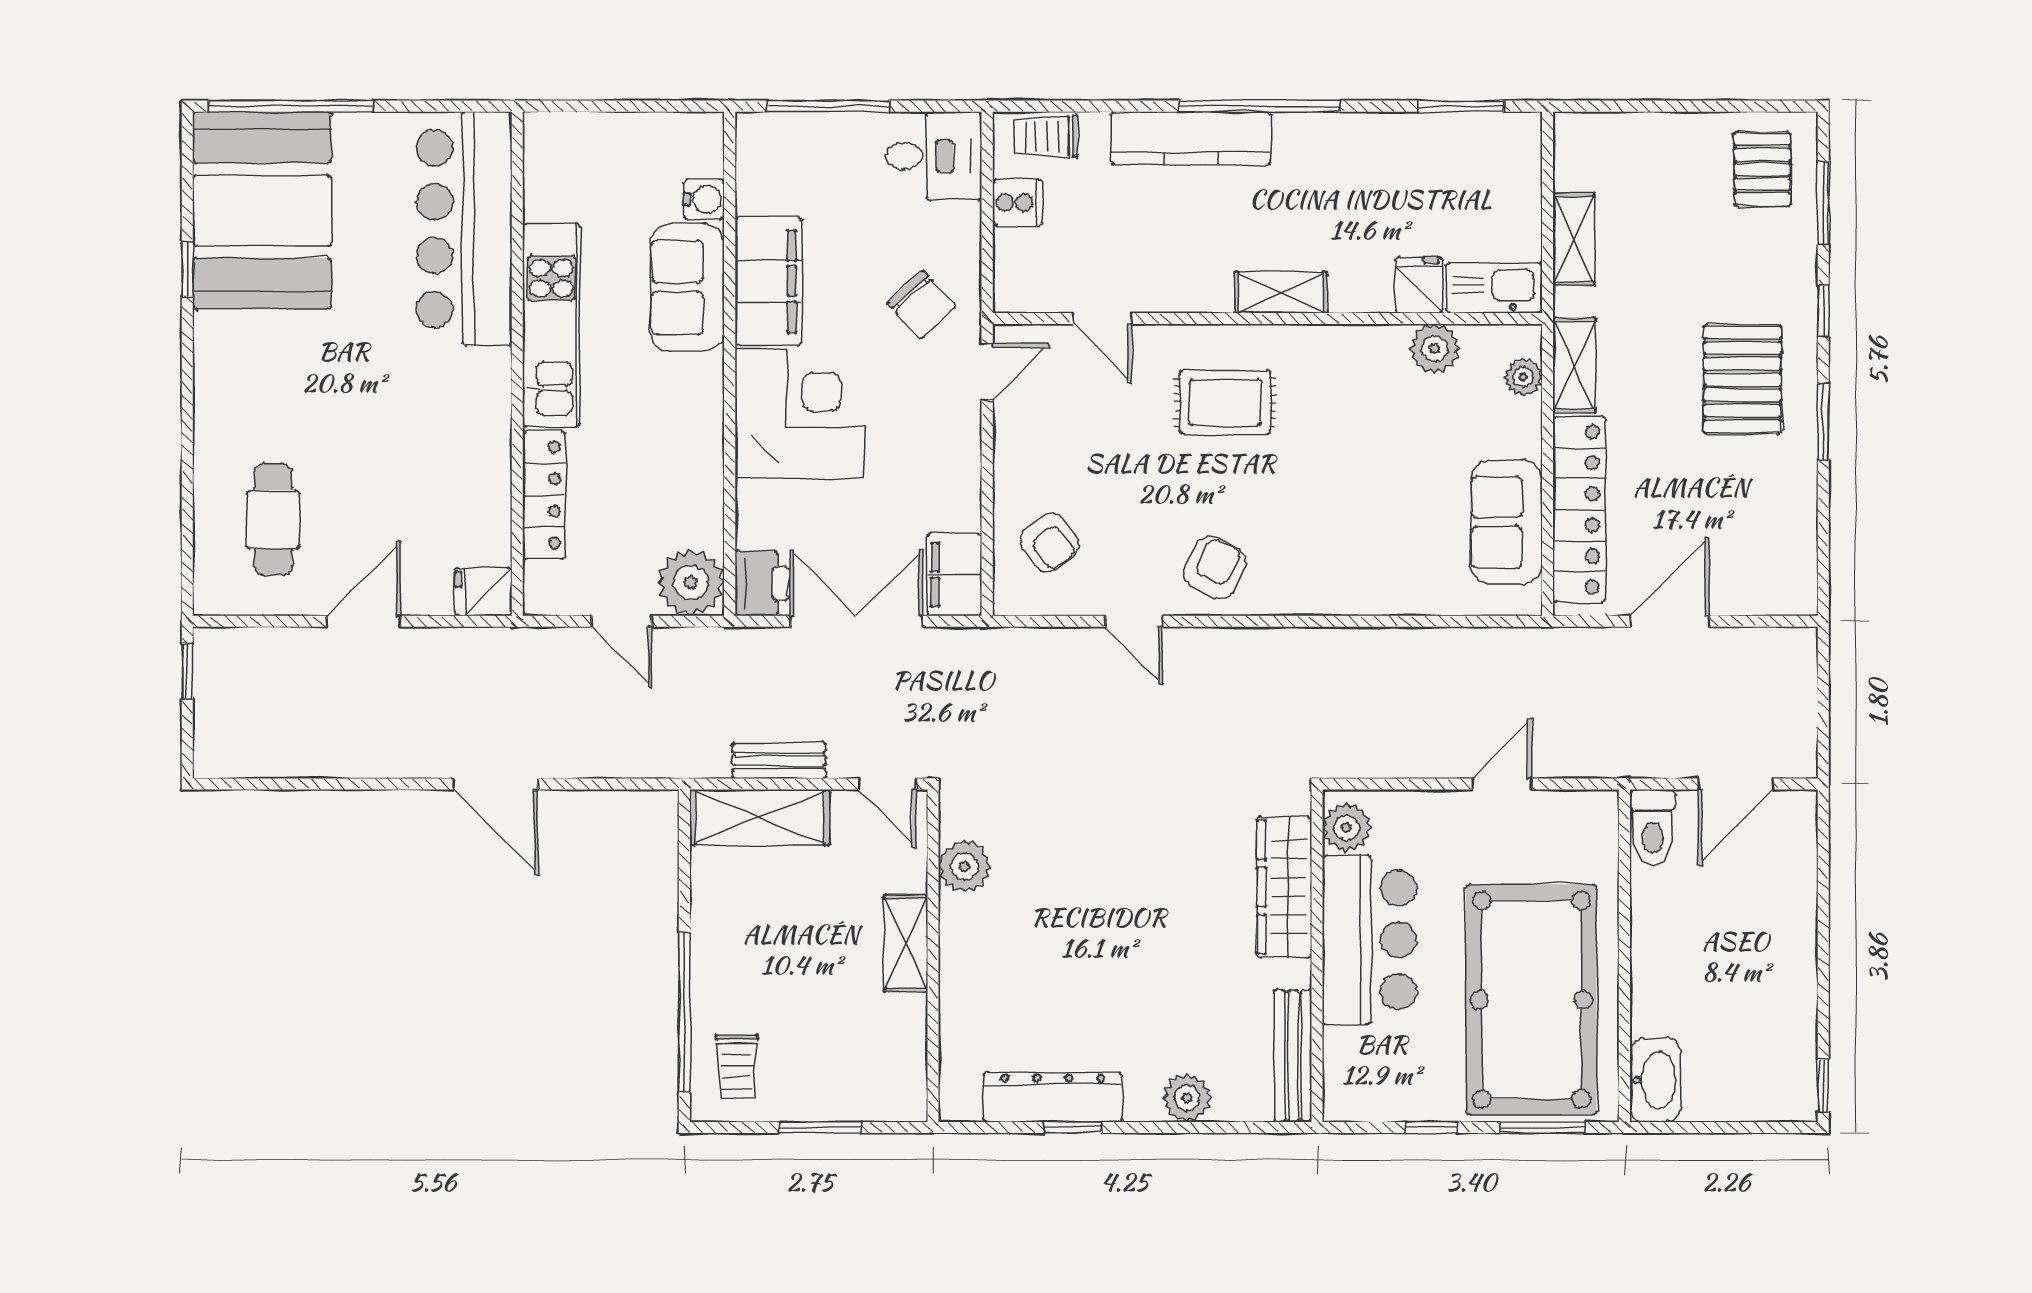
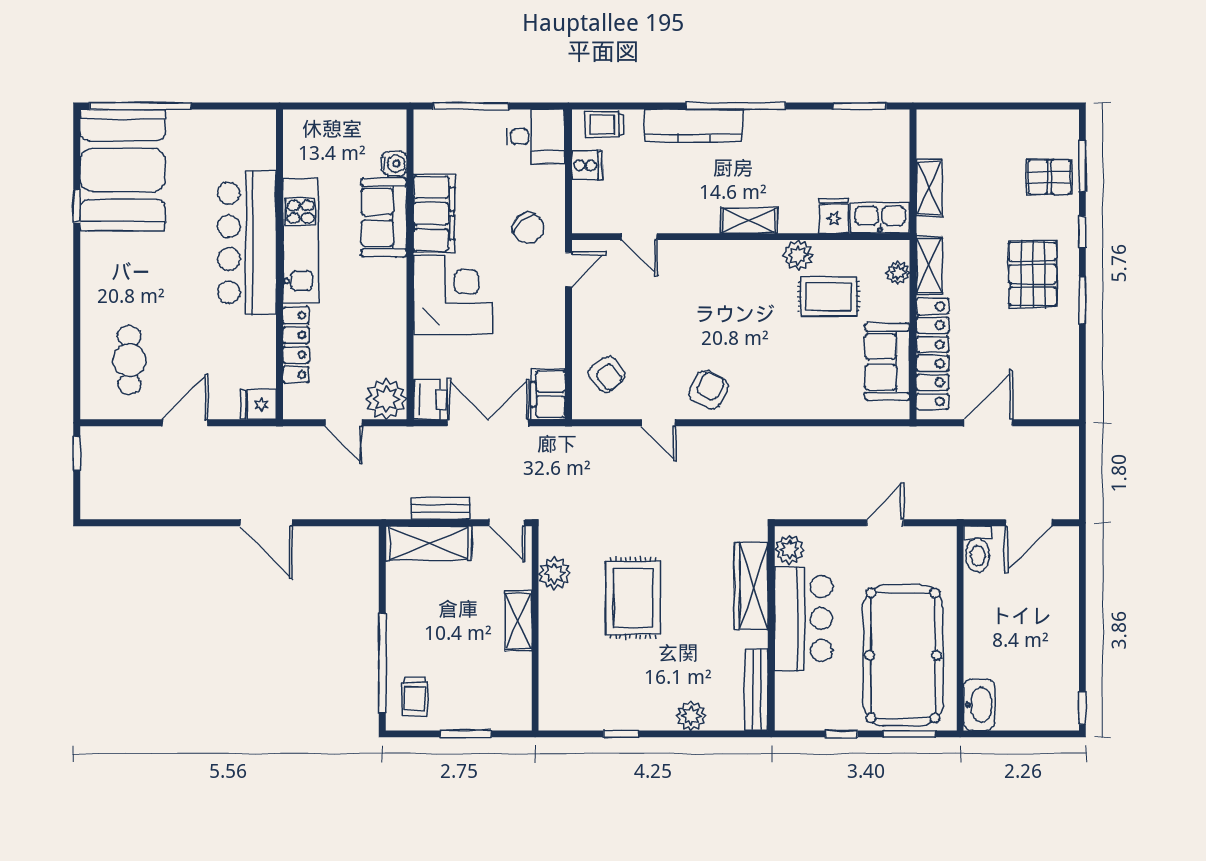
pallet: (1762, 169) -> (1049, 177), moved, turned 90
bar counter: (464, 229) -> (247, 243), moved
plant: (1435, 349) -> (798, 255), moved
rug: (1225, 402) -> (829, 297), moved
rug: (1092, 906) -> (633, 598), added
dresser: (1053, 1097) -> (609, 715), removed

